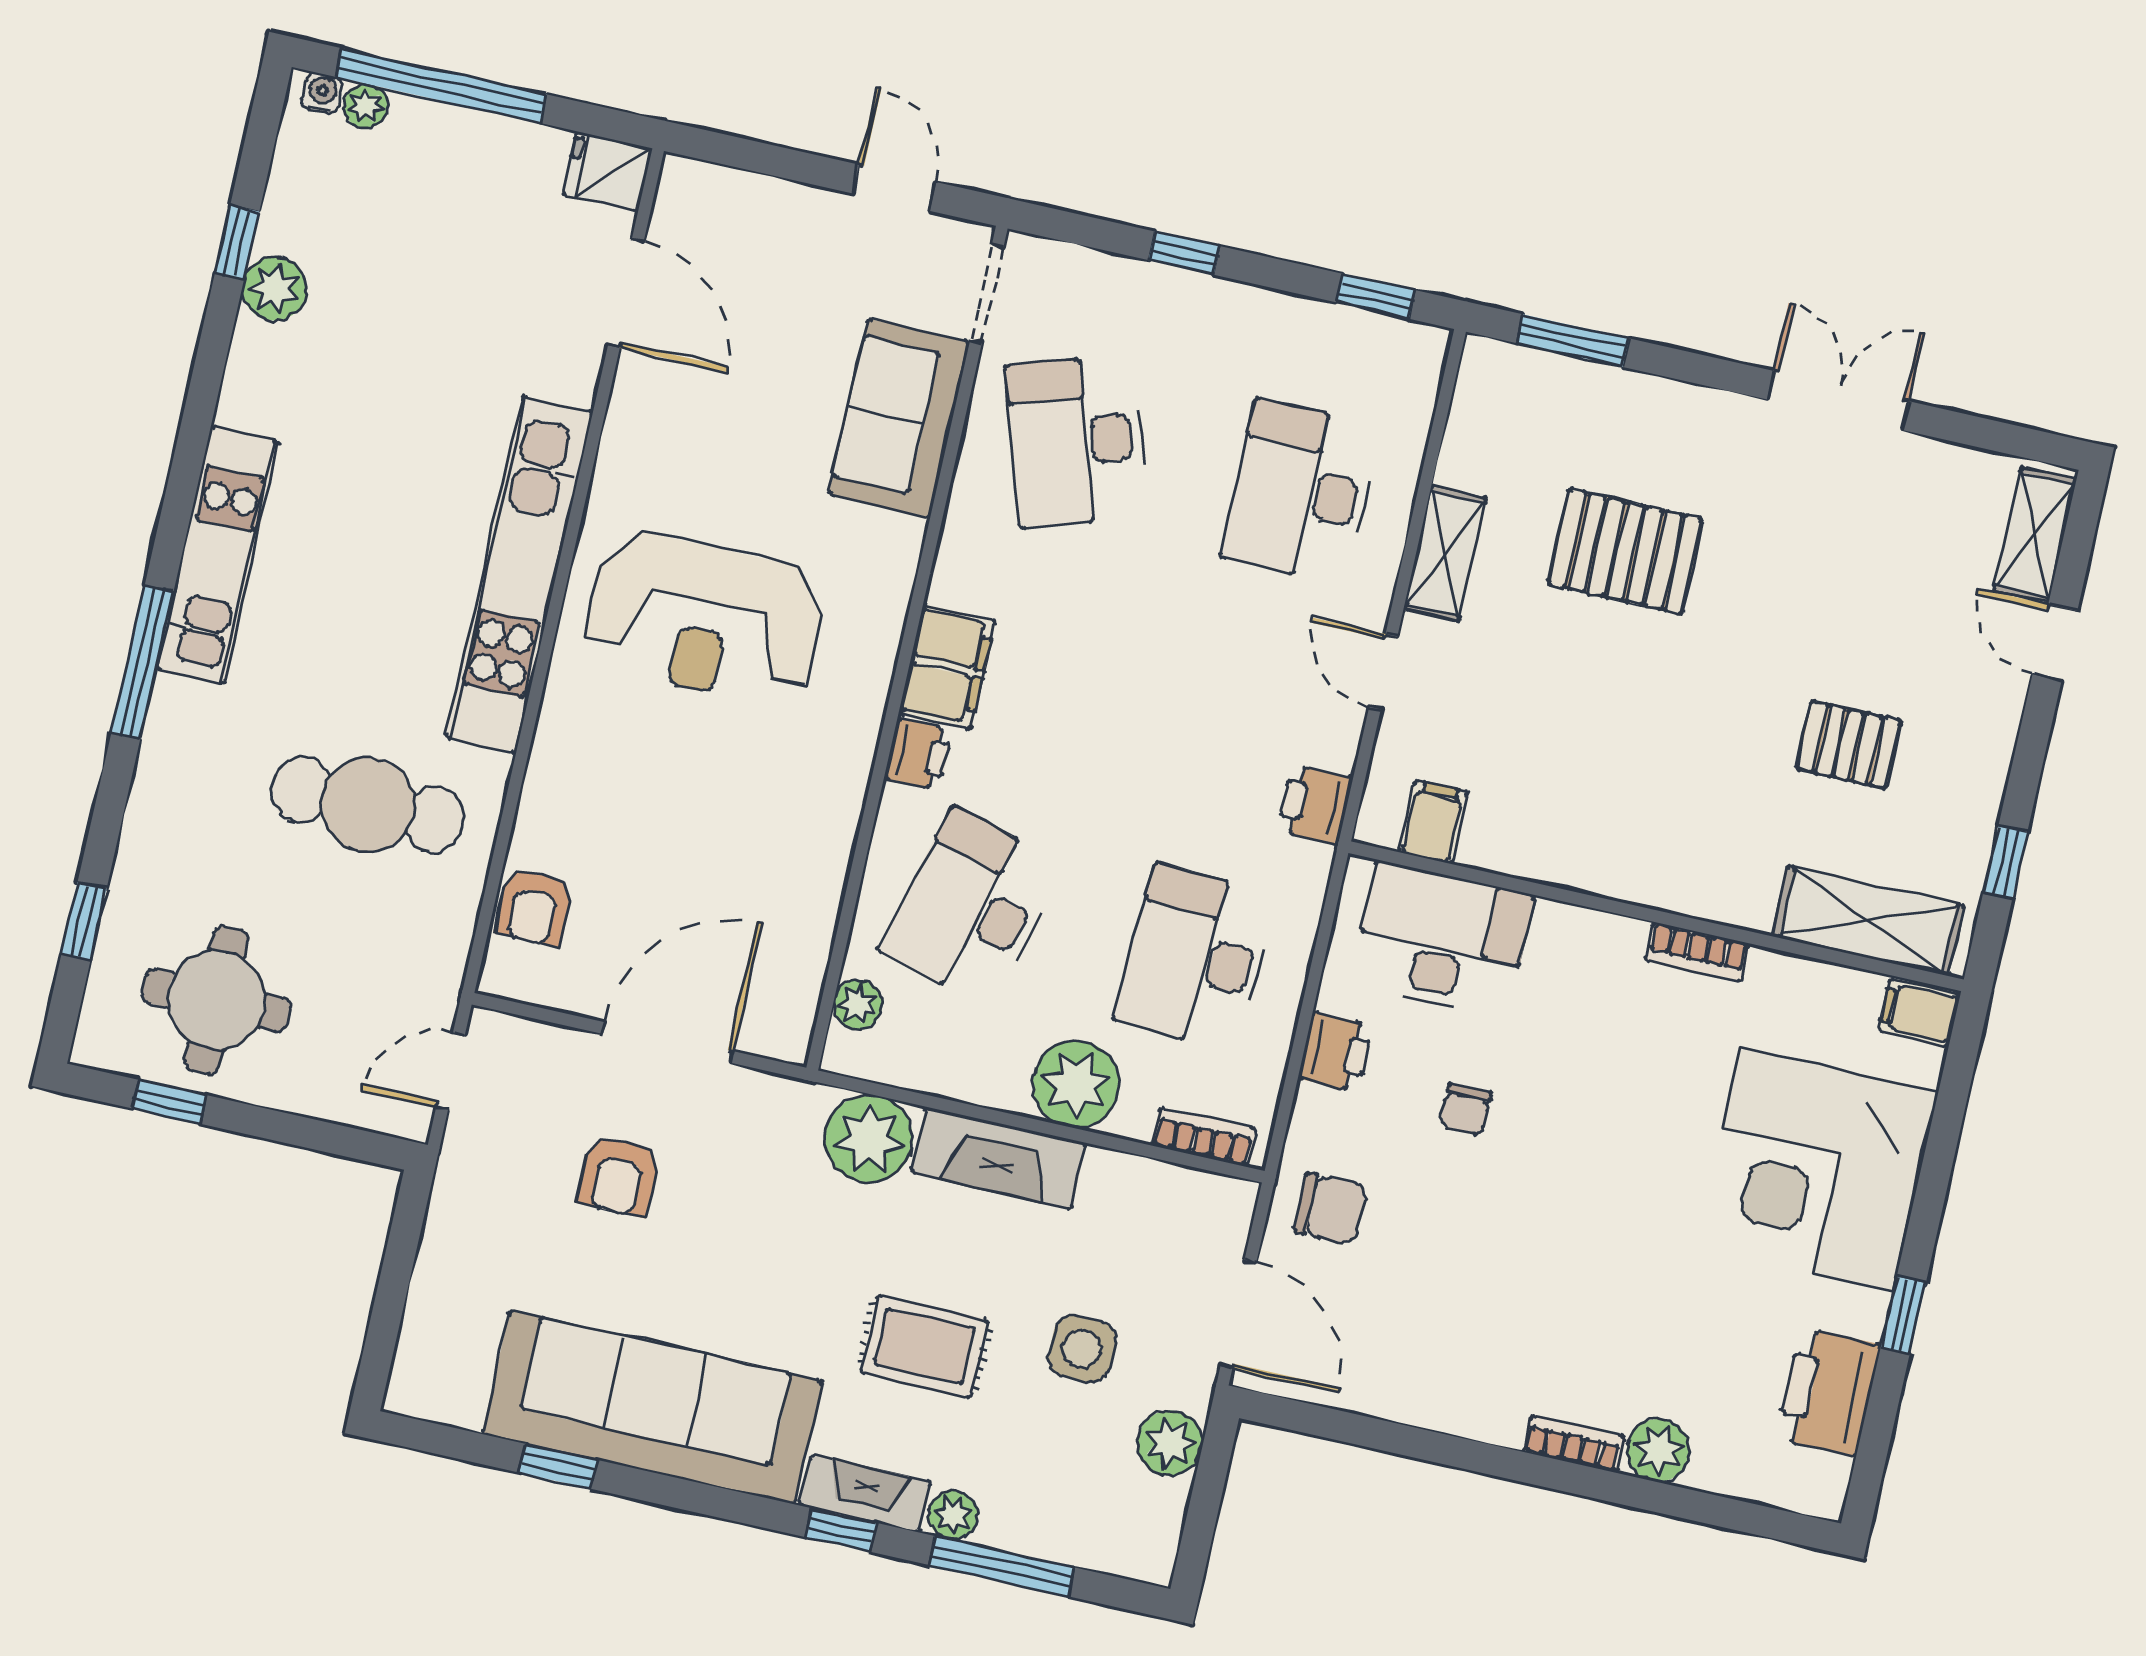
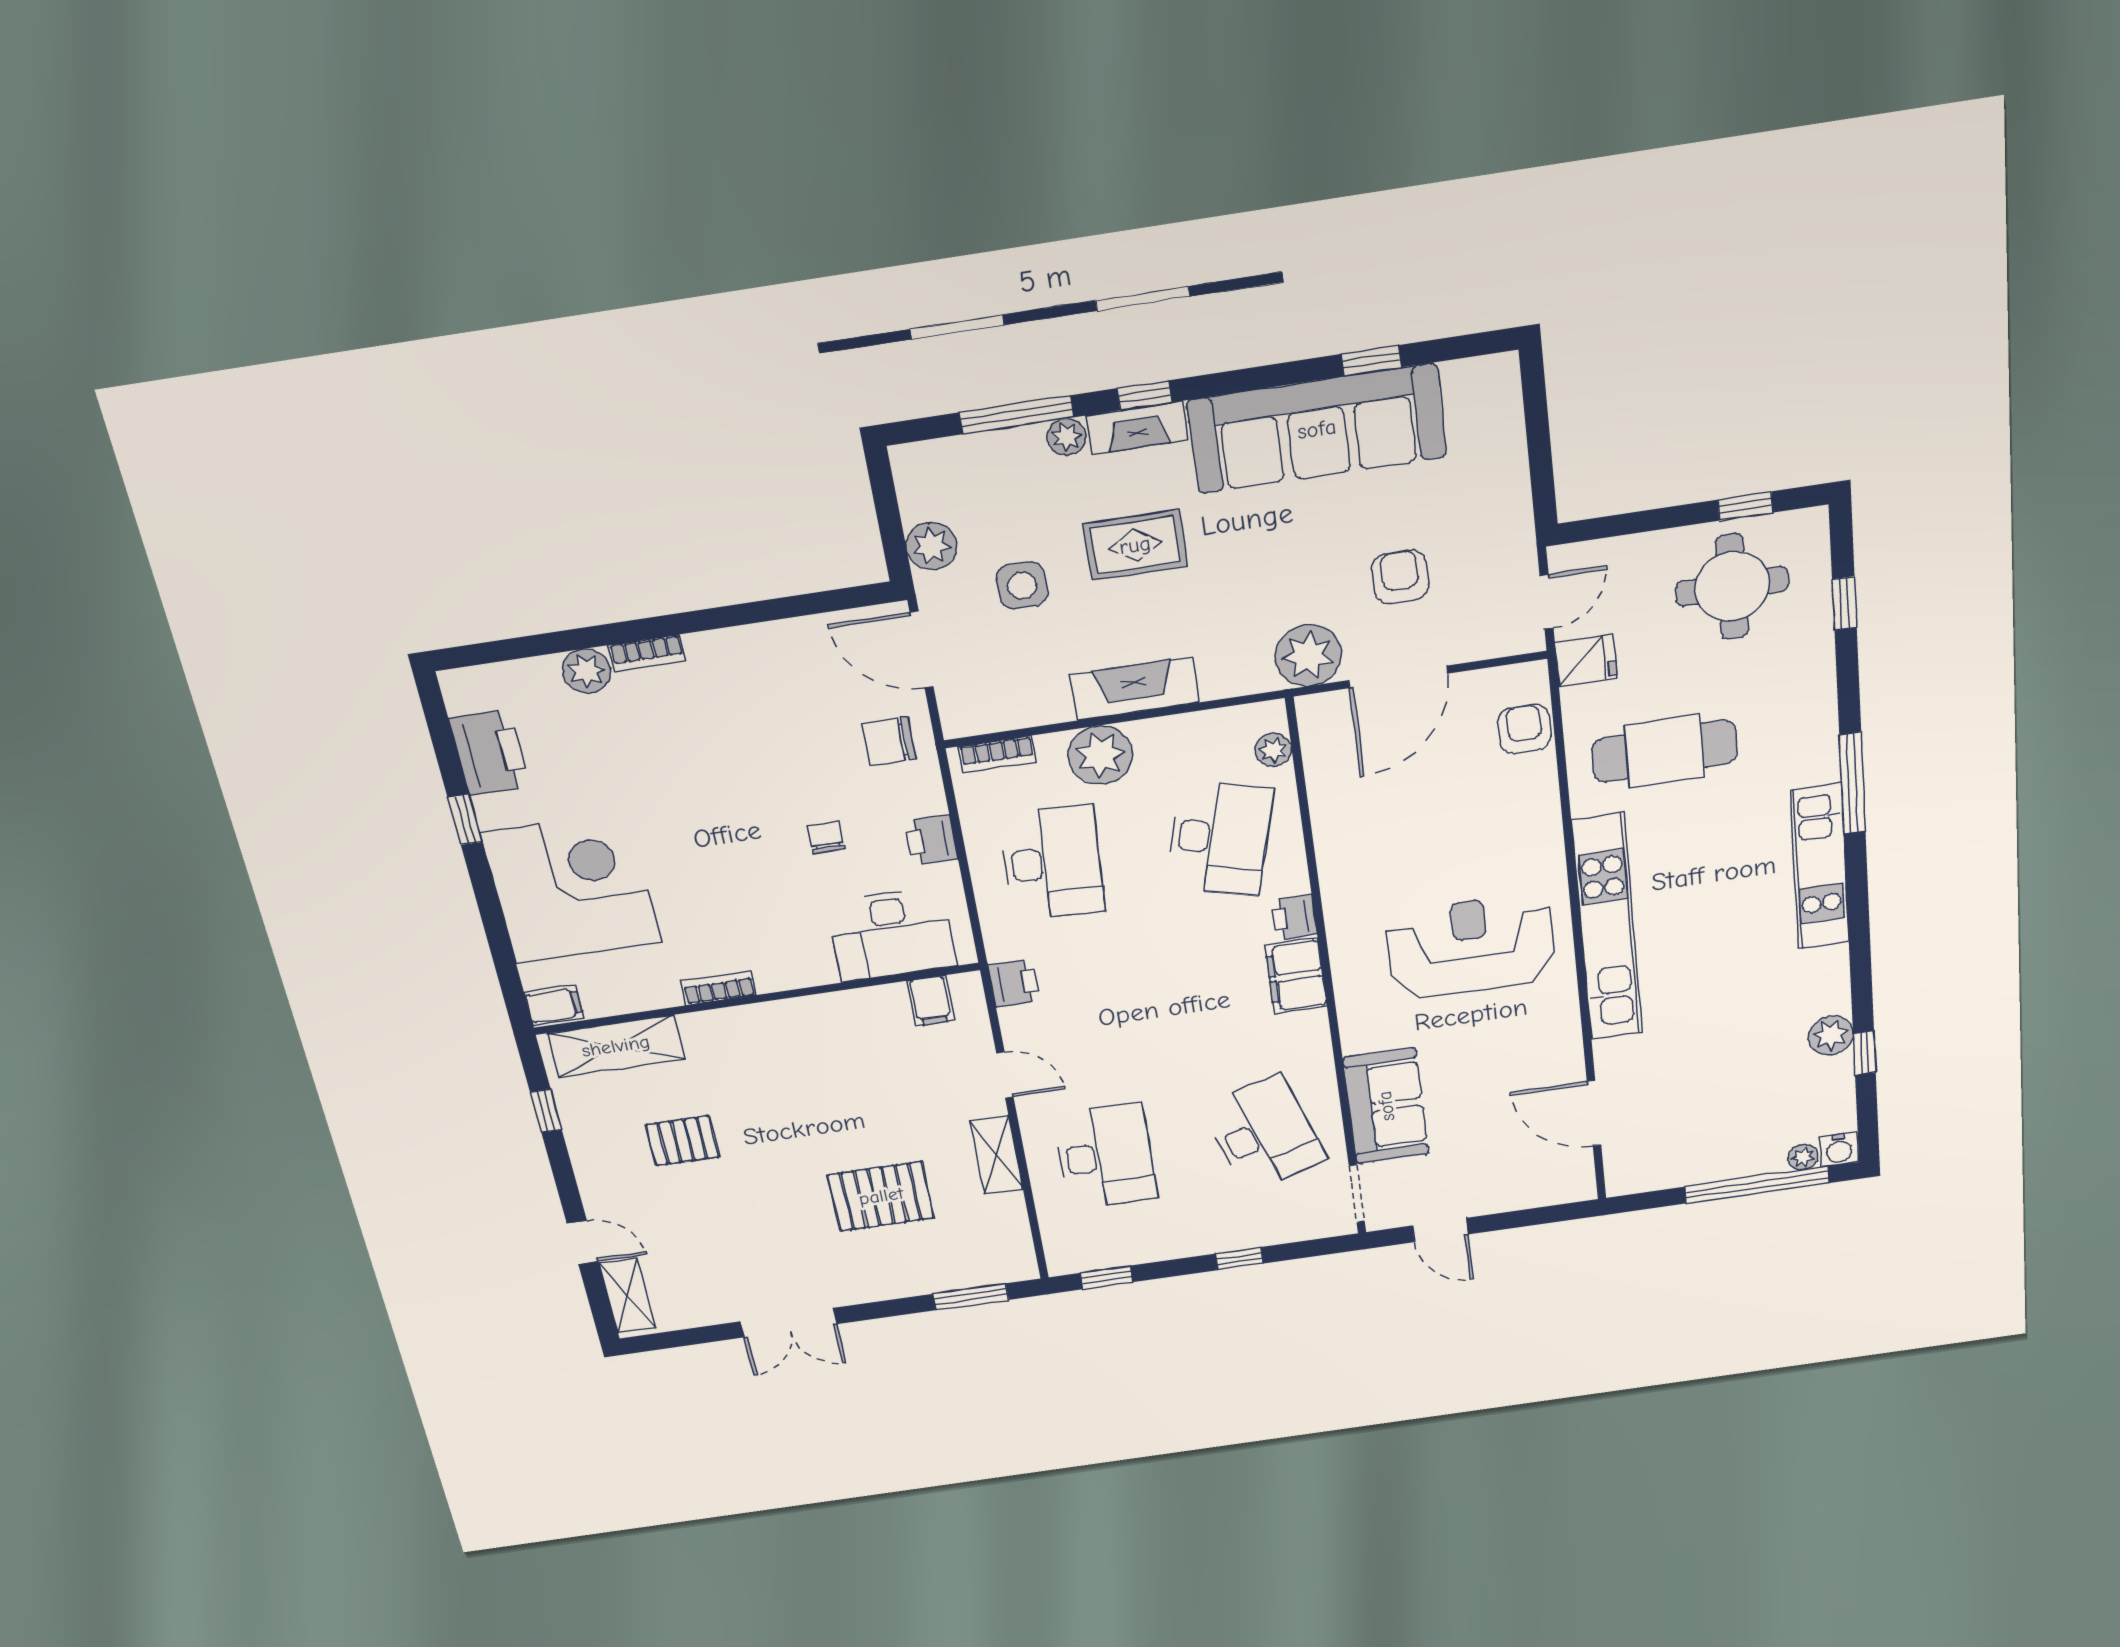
water cooler: (322, 93) -> (1839, 1149), width x1.38, depth x1.38
fridge: (607, 172) -> (1586, 660), moved
plant: (869, 1139) -> (1308, 656), moved

